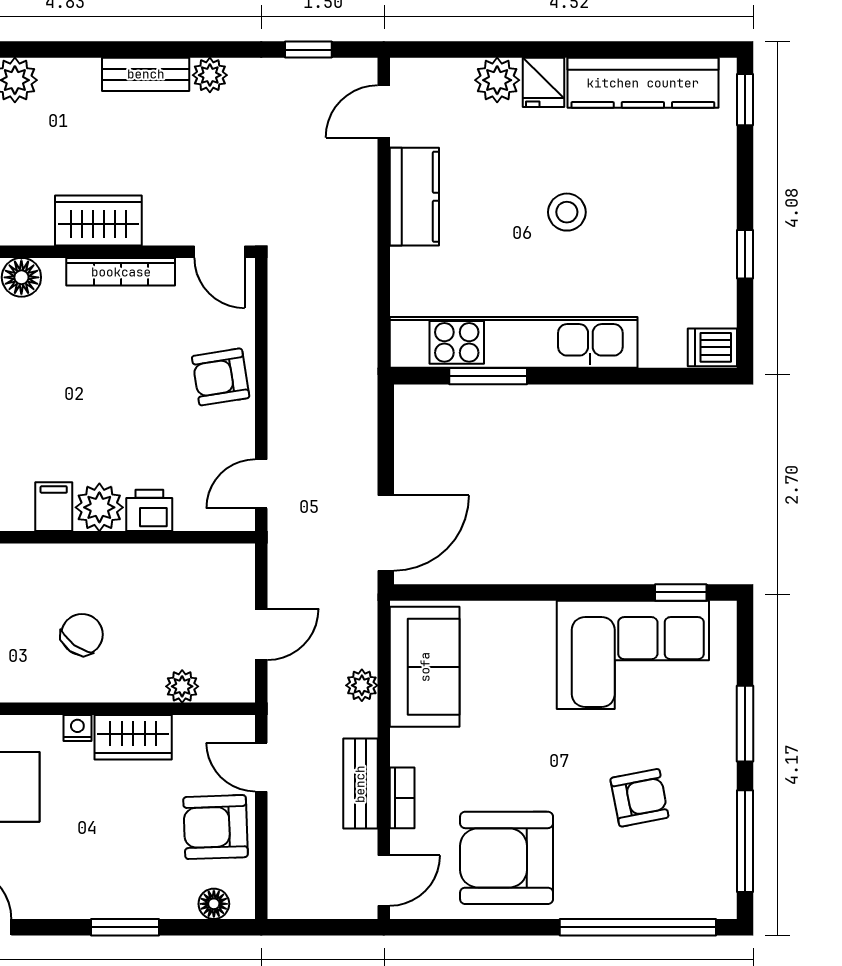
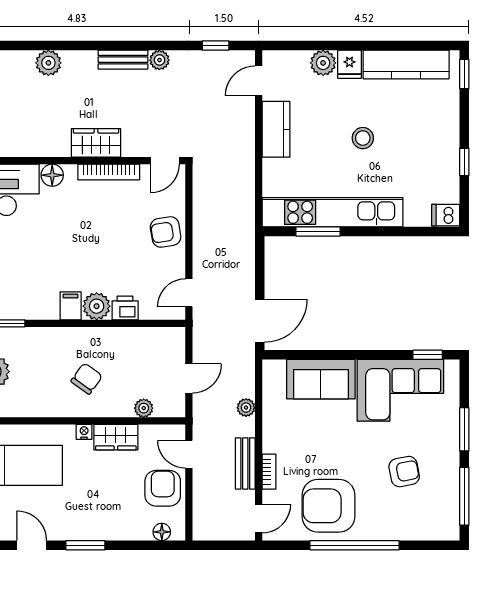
door: (219, 252) -> (165, 161), hinge flipped
sofa: (425, 667) -> (321, 379), moved, turned 90
armchair: (216, 827) -> (163, 488), turned 92
window: (125, 927) -> (85, 545), moved
window: (638, 927) -> (355, 545), moved

